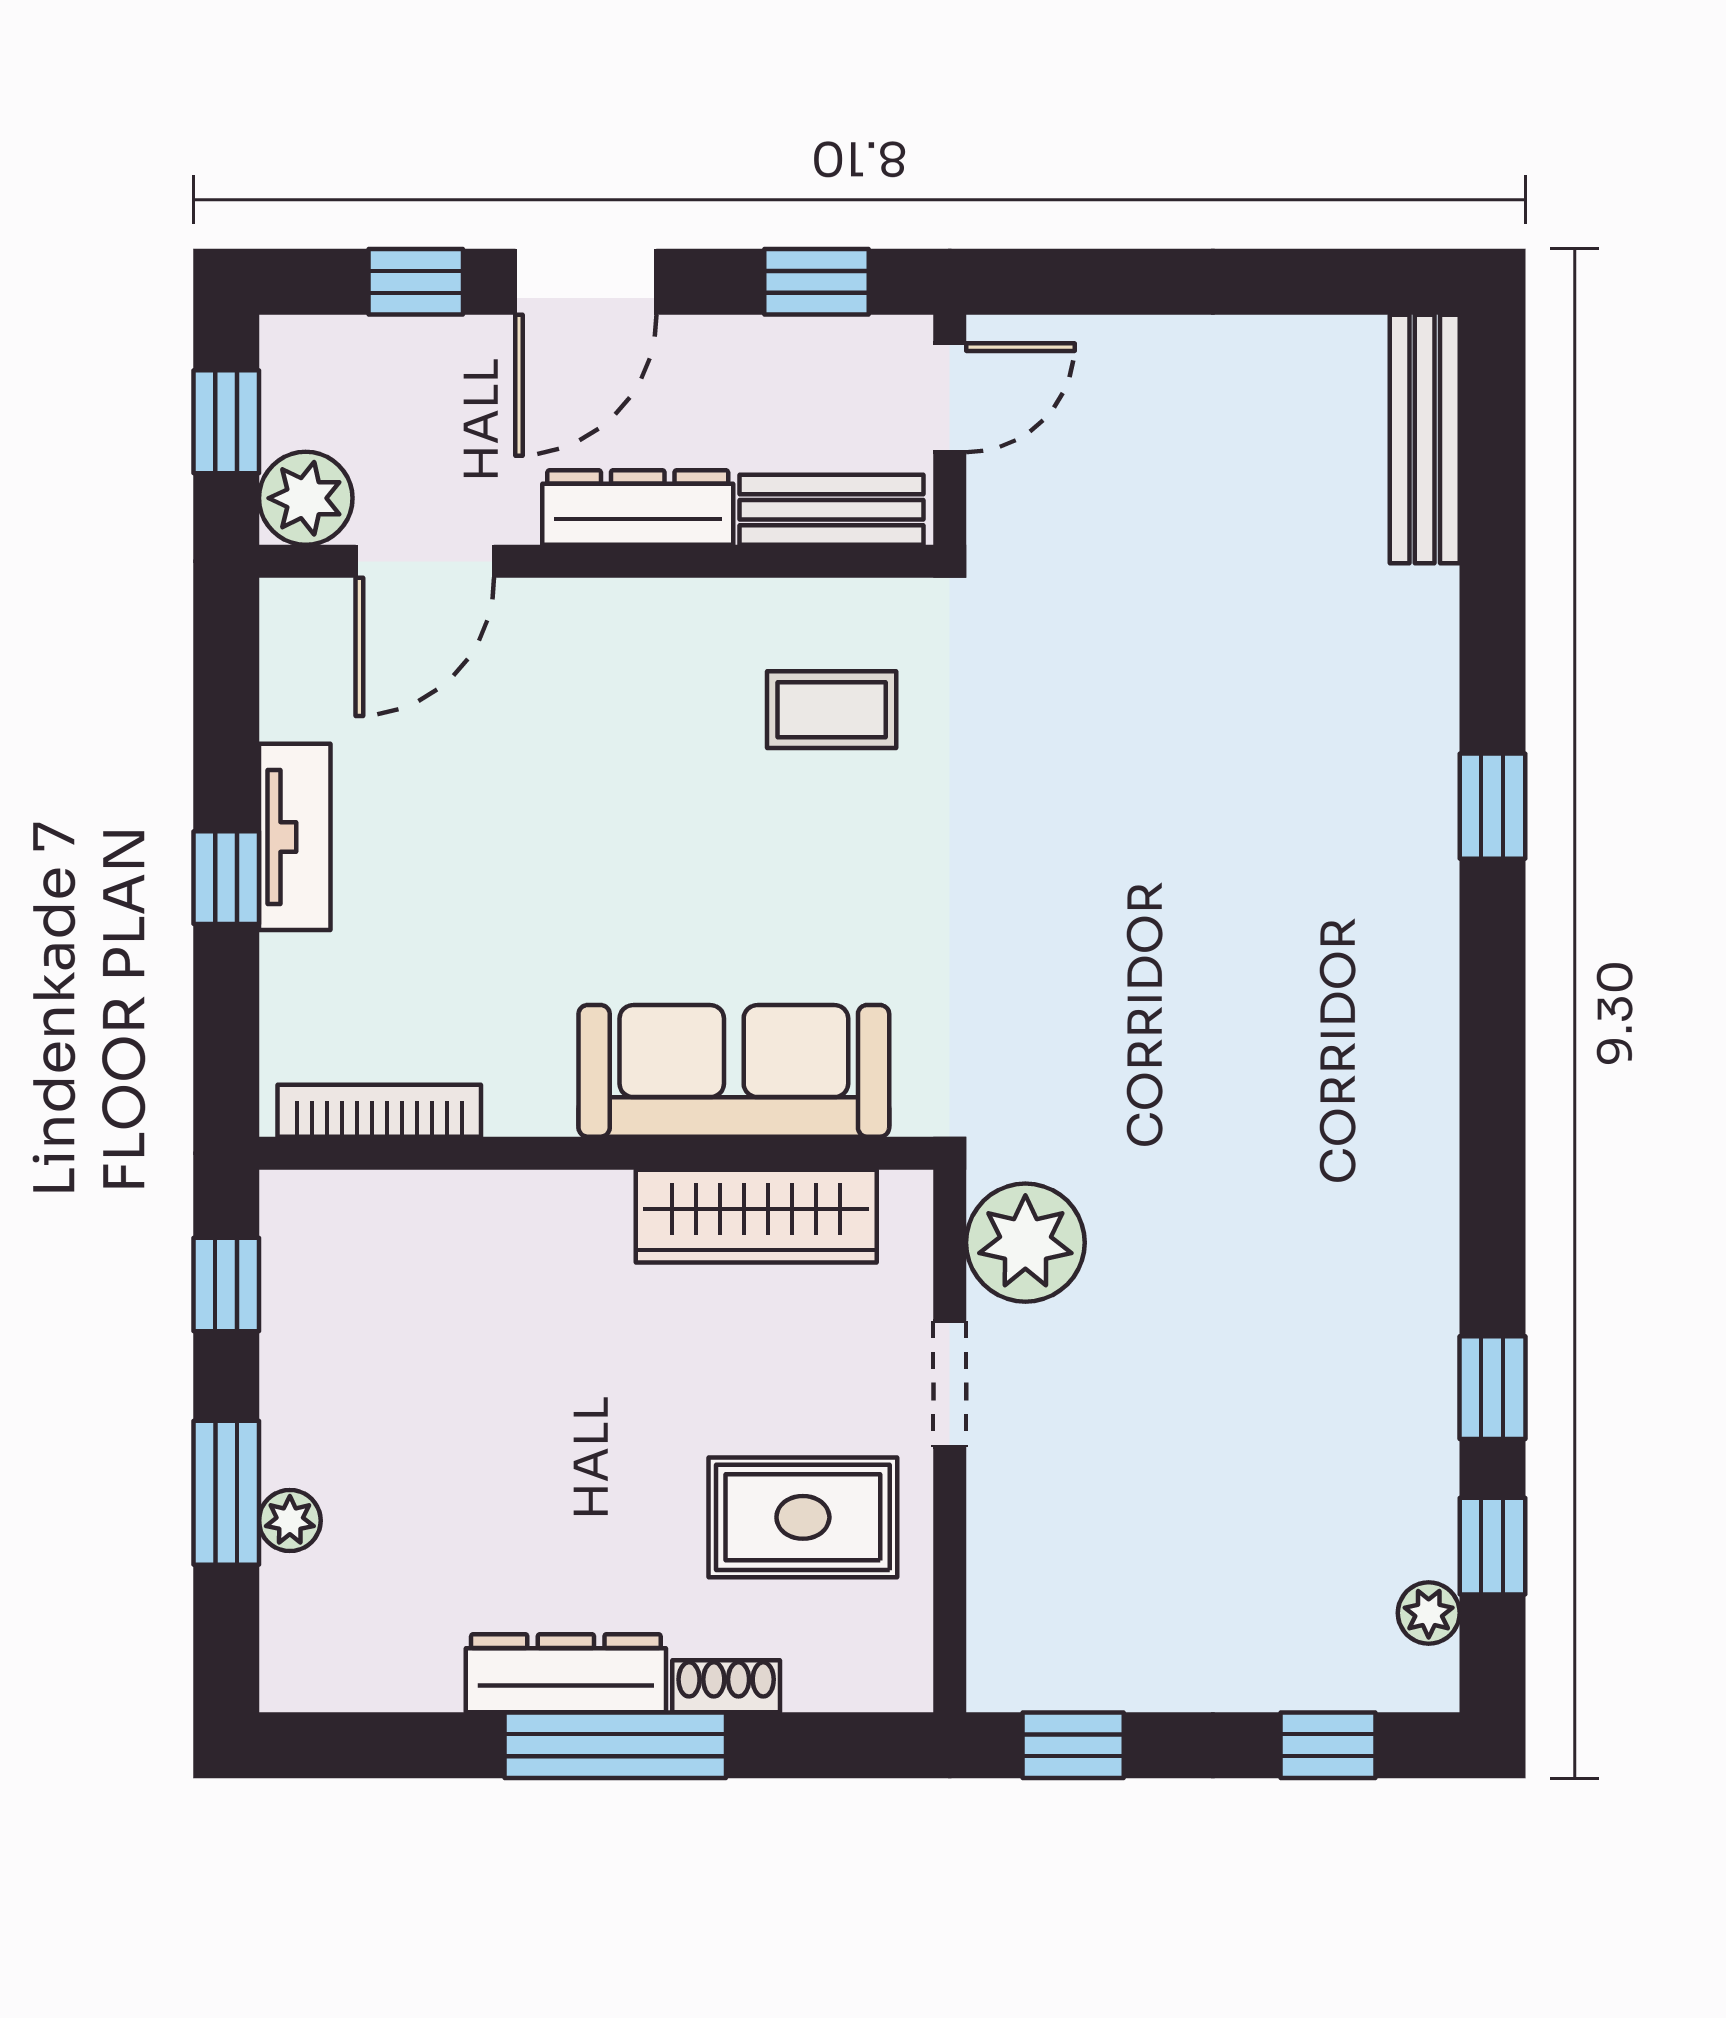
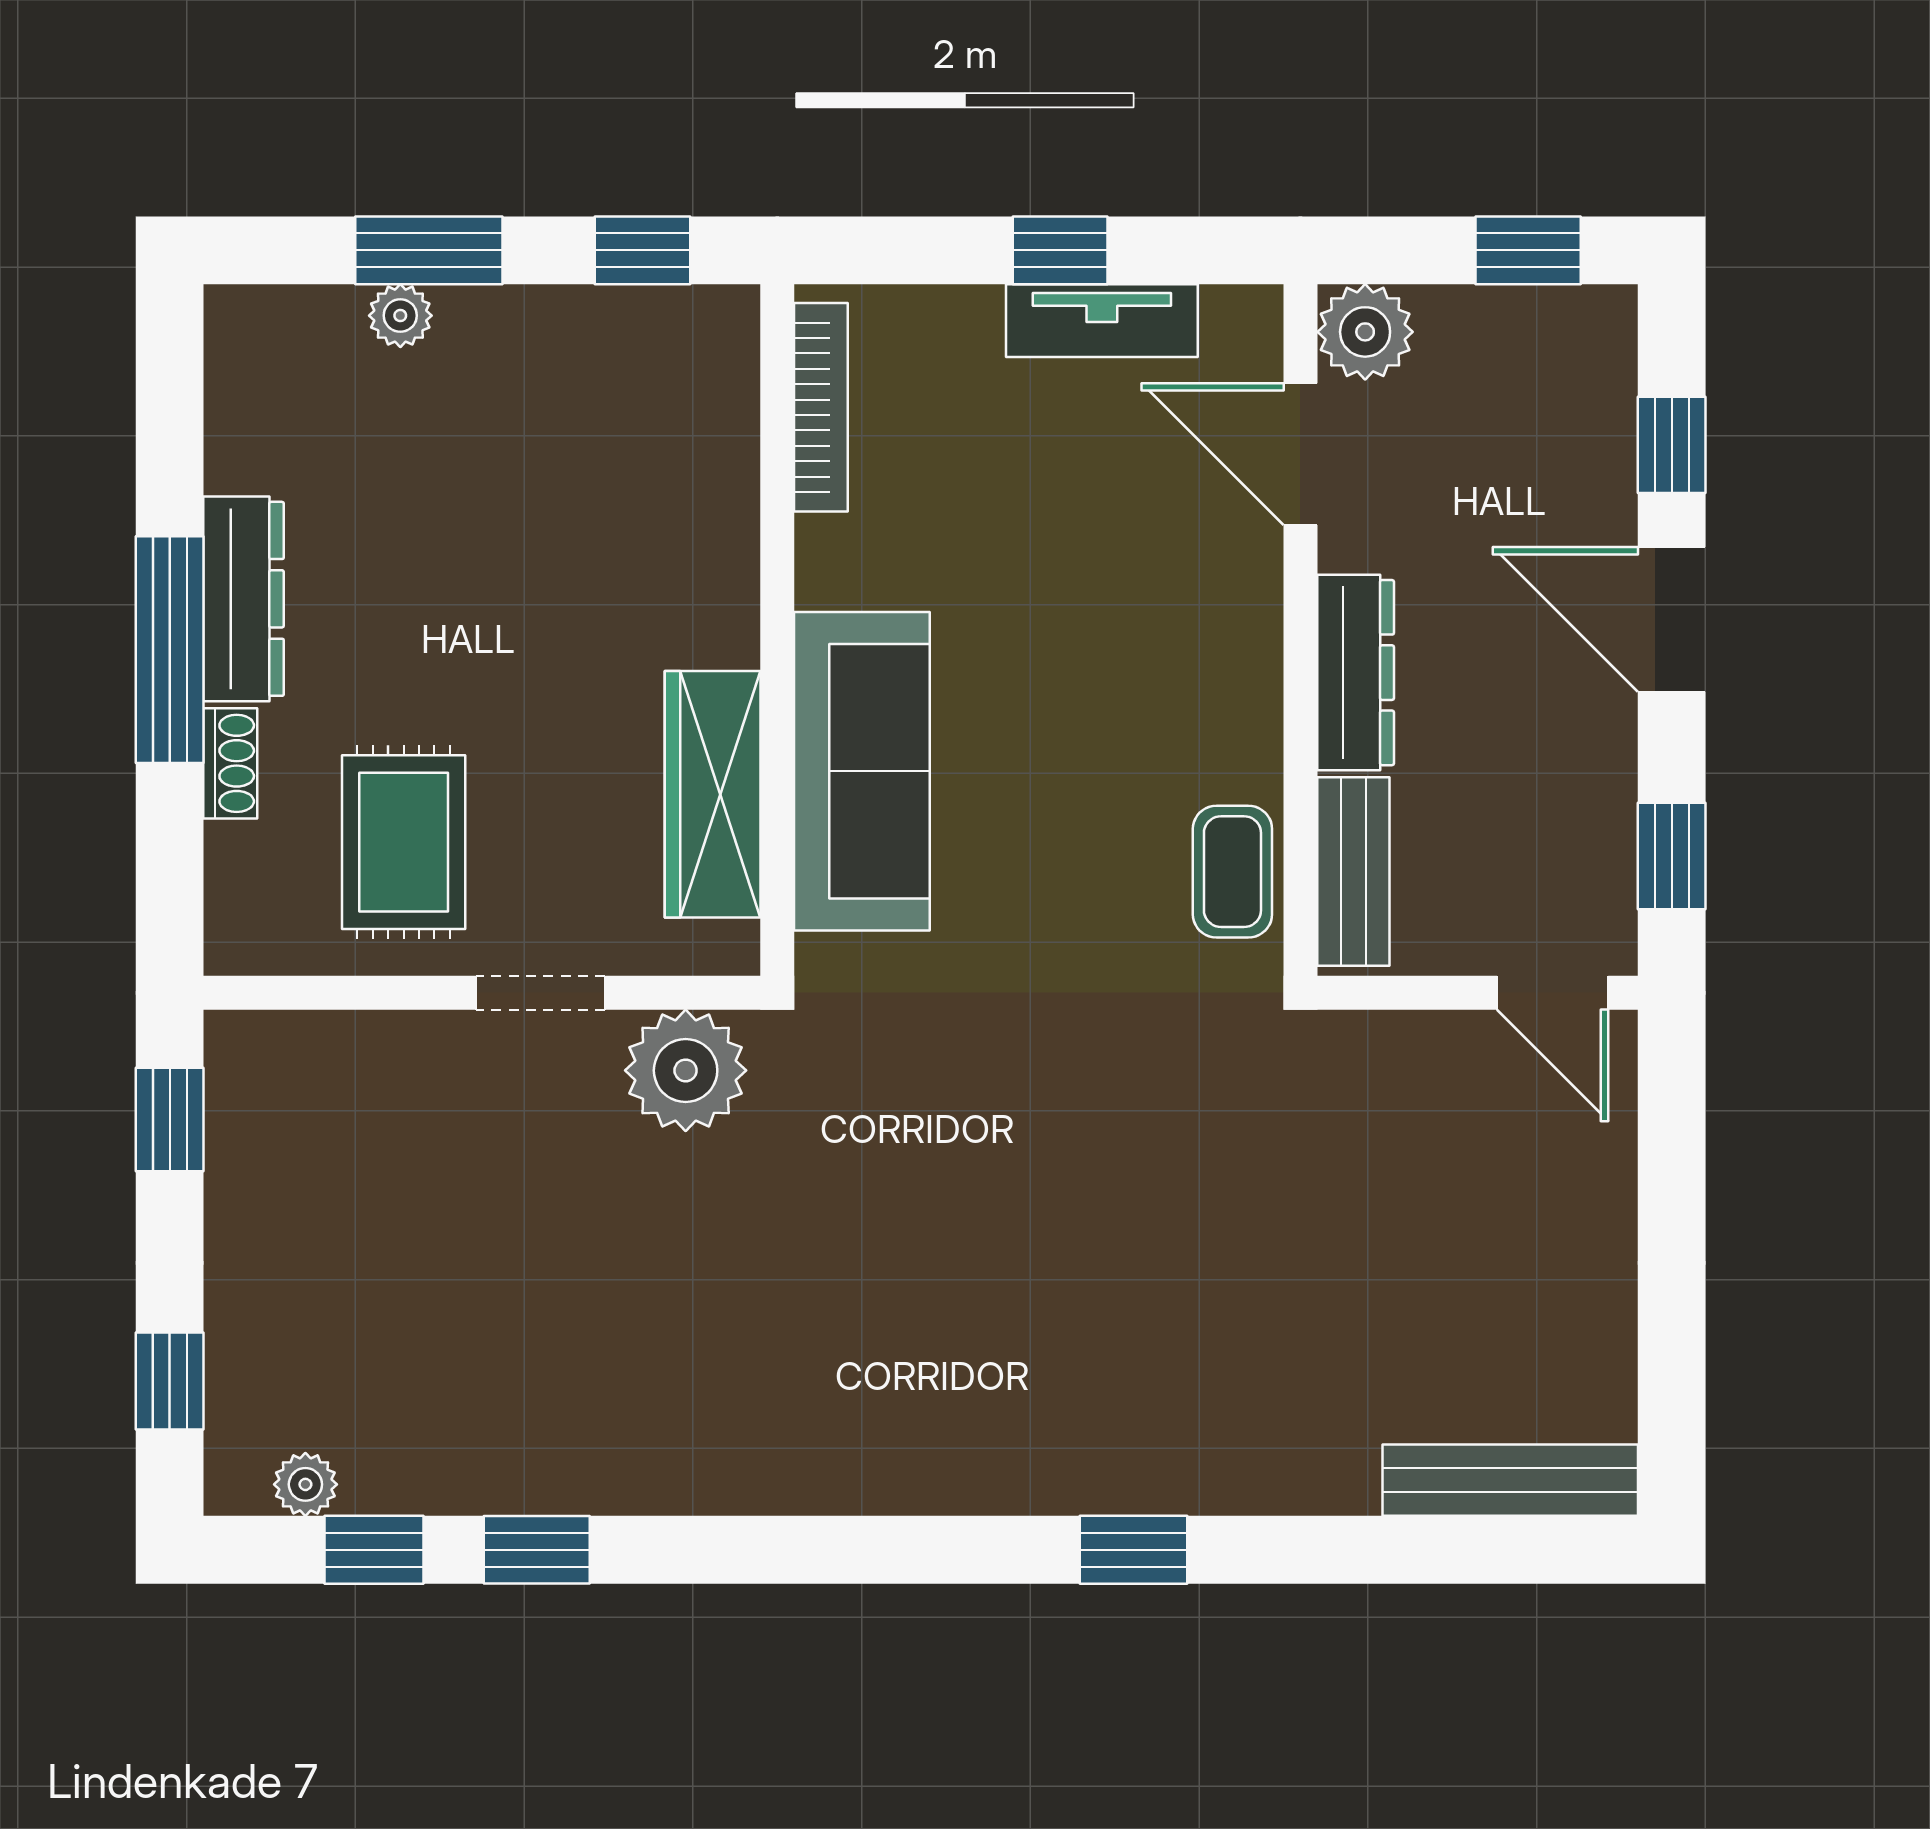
plant: (306, 498) -> (1365, 332), moved
dresser: (638, 508) -> (1356, 673), moved
bench: (832, 510) -> (1353, 872), moved
door: (425, 561) -> (1300, 454), moved
wall: (596, 561) -> (1300, 630), moved

